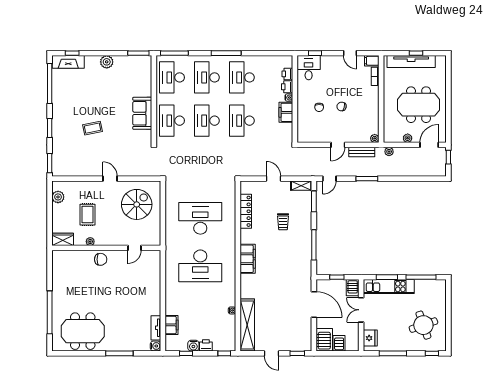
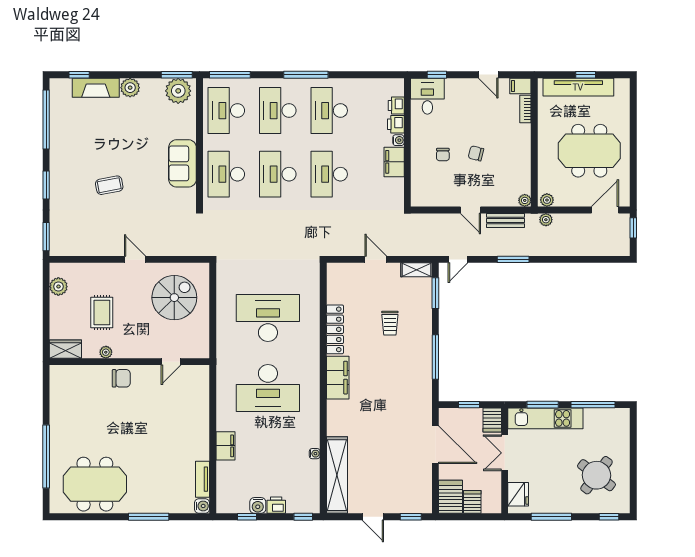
fireplace: (68, 62) -> (96, 88), moved
plant: (139, 64) -> (178, 91), added
plant: (408, 138) -> (547, 200), moved
door: (338, 145) -> (470, 210), hinge flipped
locker: (246, 211) -> (335, 329), moved
filing cabinet: (171, 325) -> (225, 446), moved
round table: (423, 325) -> (596, 475), turned -34

